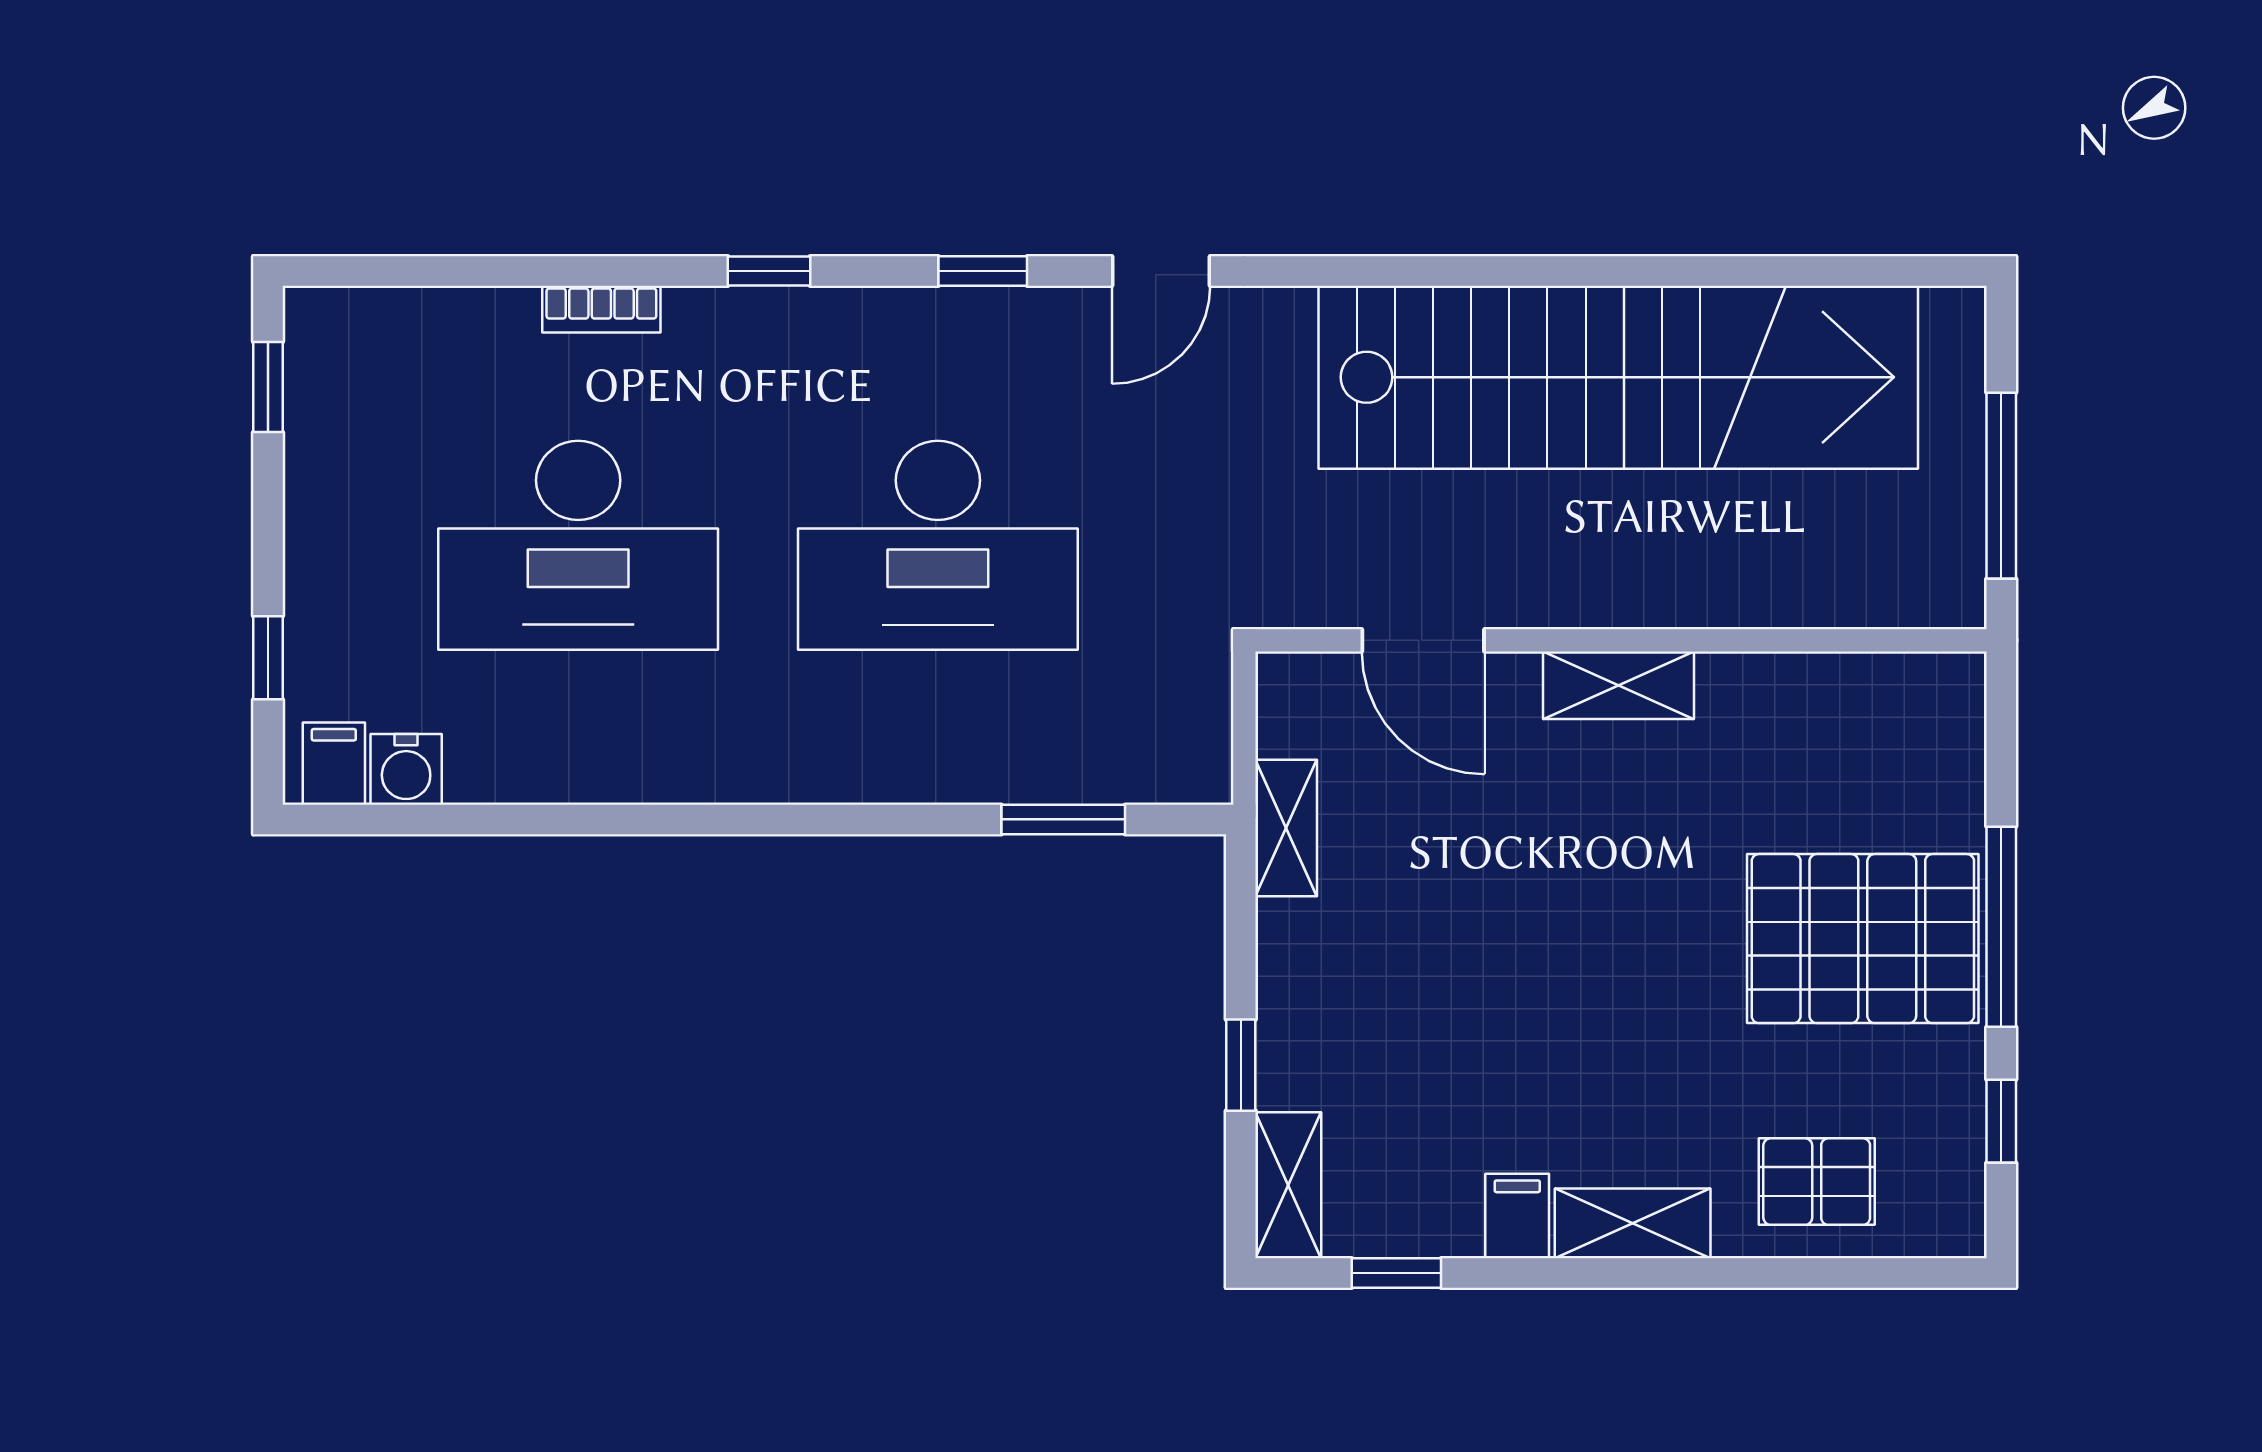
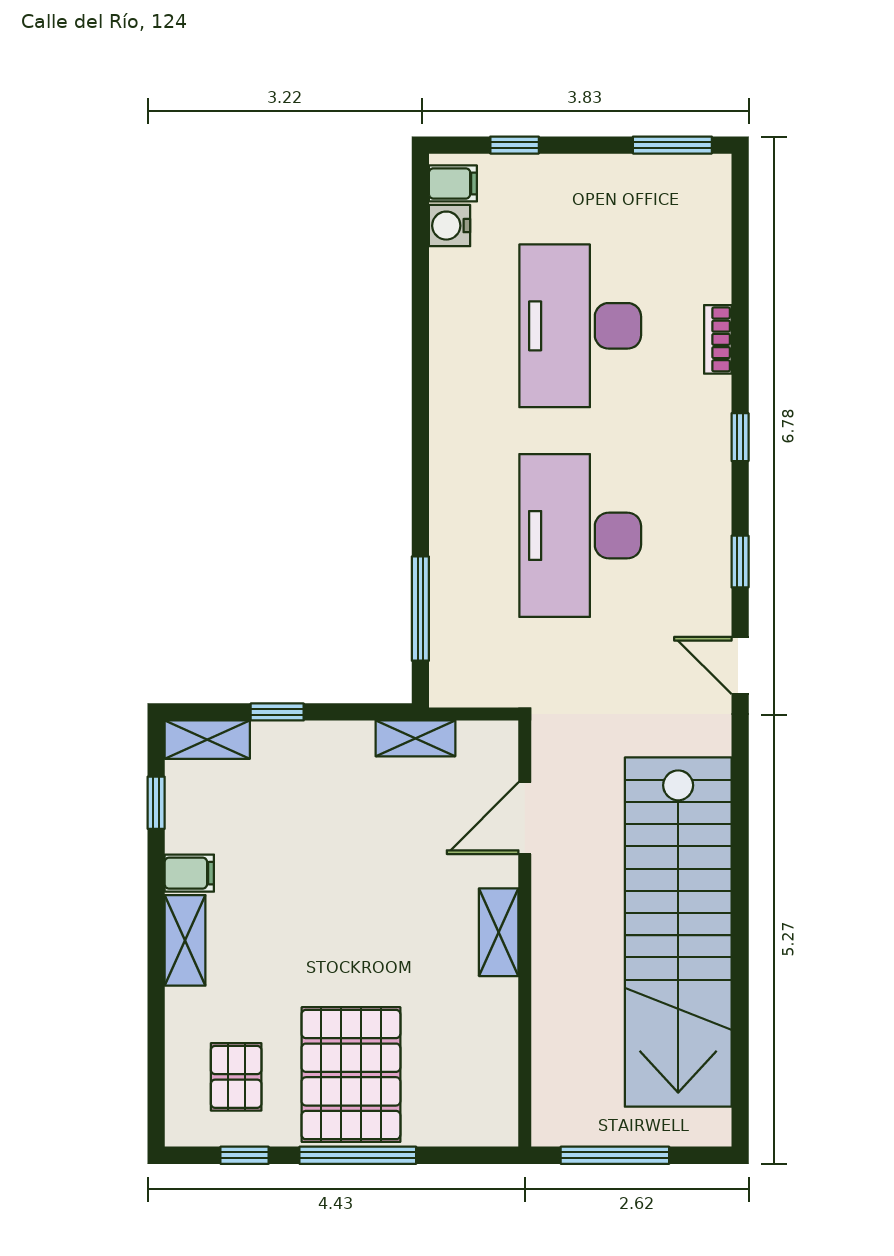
window: (268, 387) -> (672, 145), width x1.50
window: (1063, 819) -> (420, 609), width x1.44
pallet: (1817, 1182) -> (236, 1077), moved

